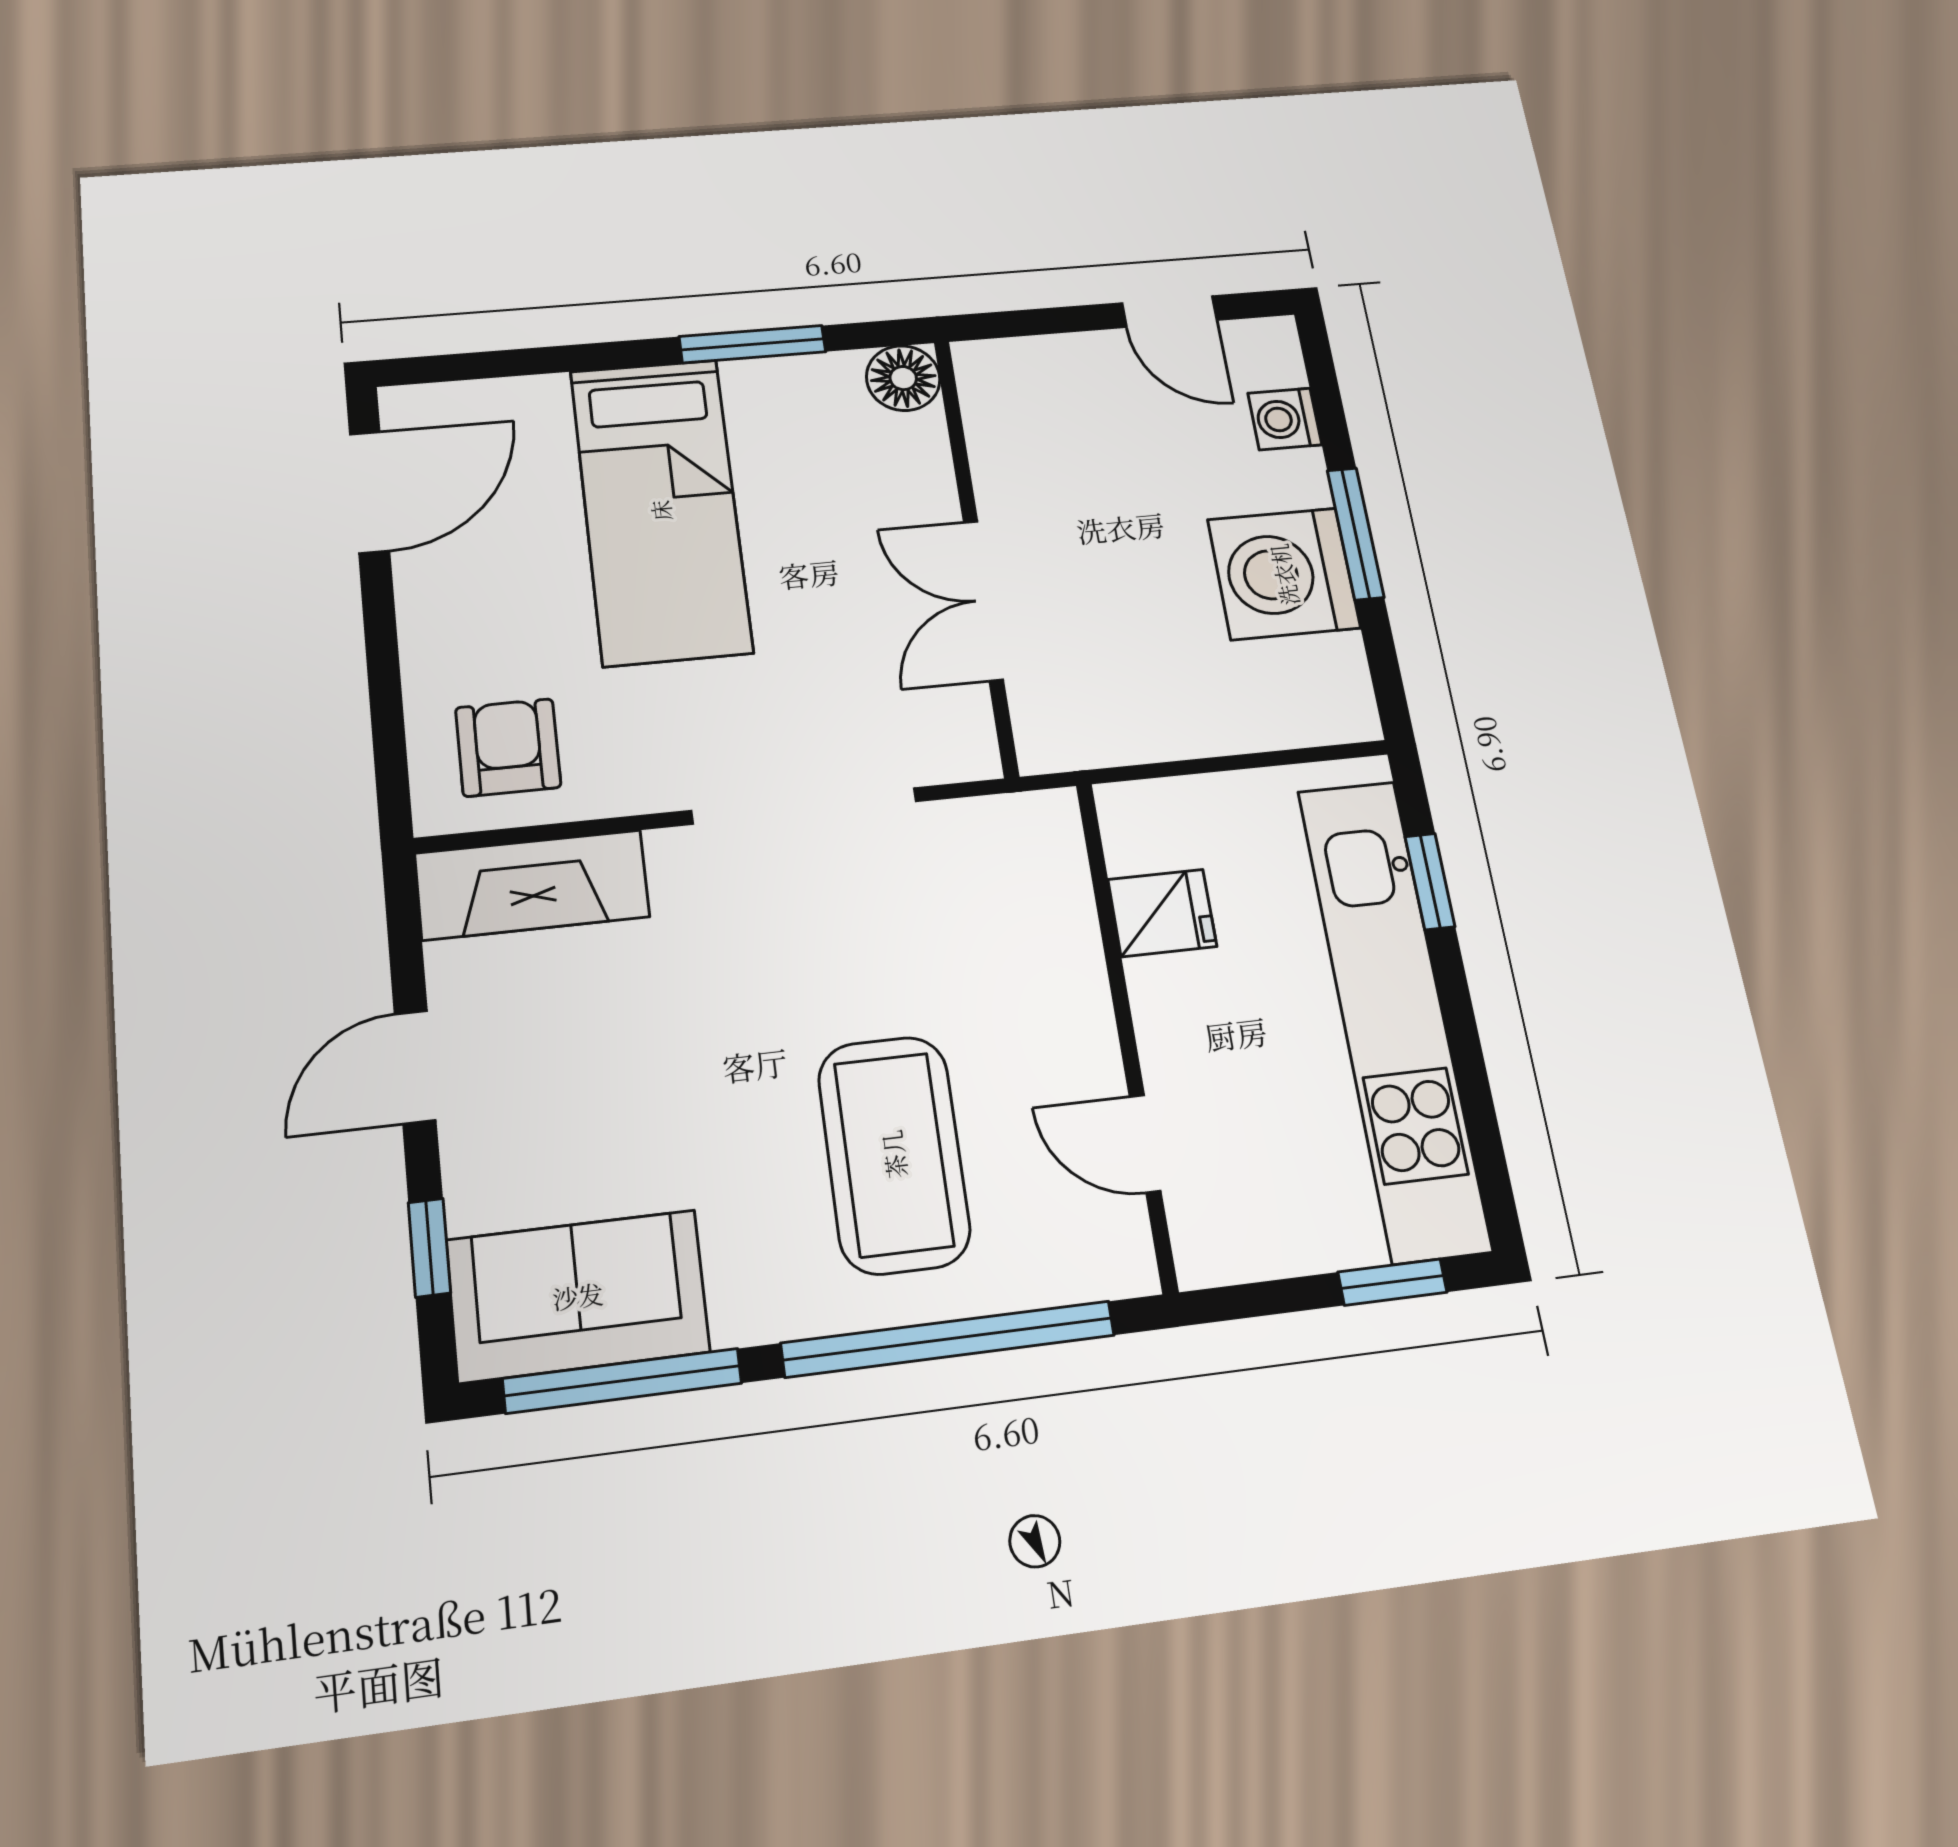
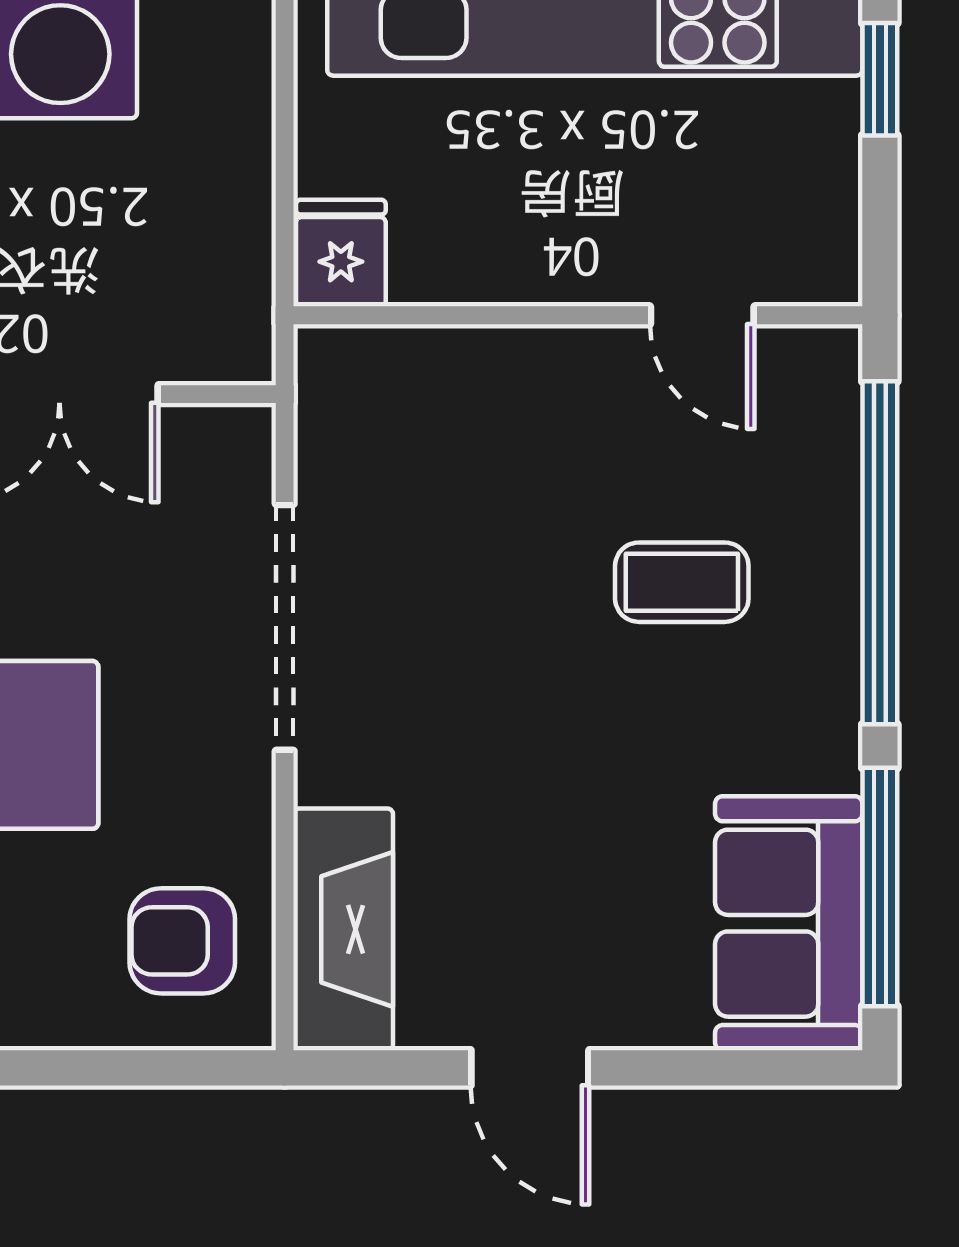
fridge: (1162, 913) -> (341, 253), moved
door: (1145, 1144) -> (702, 315), hinge flipped
coffee table: (894, 1154) -> (682, 582), width x0.54, depth x0.58
window: (429, 1248) -> (721, 1068), removed

